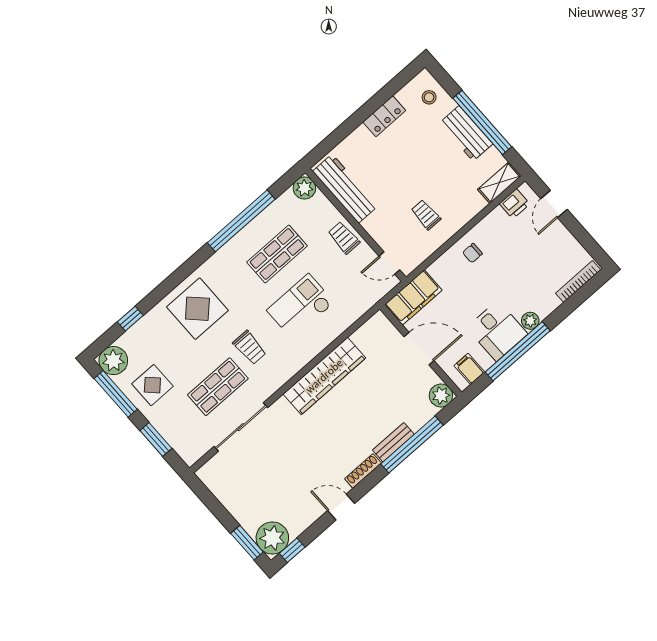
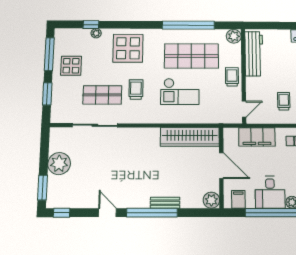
shop shelf: (277, 254) -> (191, 56), width x1.43, depth x1.36
door: (389, 263) -> (244, 109), swing flipped
filing cabinet: (413, 297) -> (257, 137), moved
checkout: (301, 306) -> (180, 91), turned 180
trolley: (250, 348) -> (136, 89), turned 180
plant: (113, 361) -> (96, 33), moved, width x0.53, depth x0.53
wardrobe: (324, 376) -> (190, 137), moved
window: (412, 444) -> (152, 213), moved
shoe rack: (363, 471) -> (136, 204), removed
plant: (272, 538) -> (59, 164), moved

